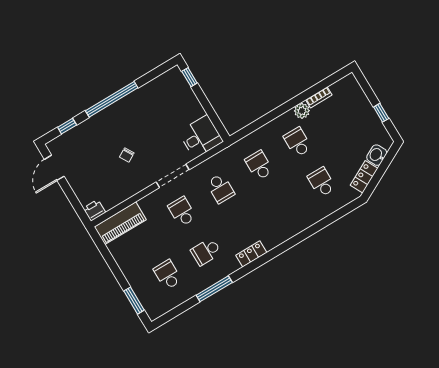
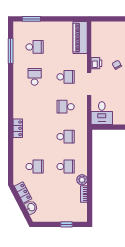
window: (381, 113) -> (67, 224), moved
printer: (94, 210) -> (96, 63), moved
locker: (251, 254) -> (18, 128), moved
window: (214, 289) -> (11, 51), moved

